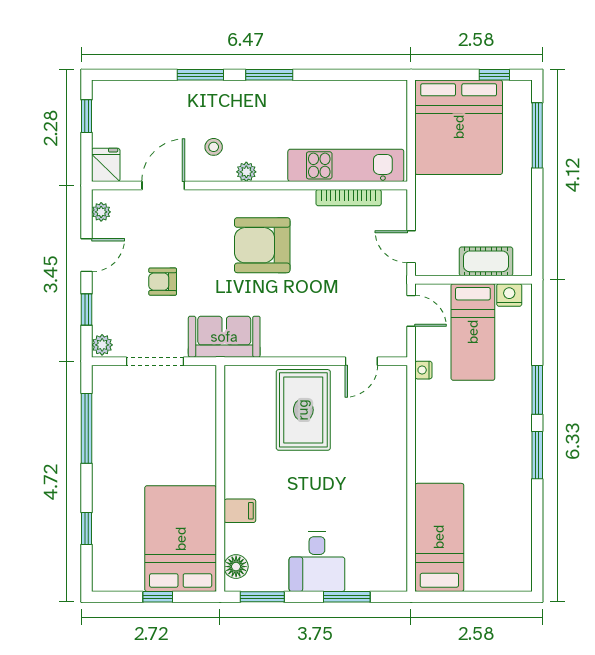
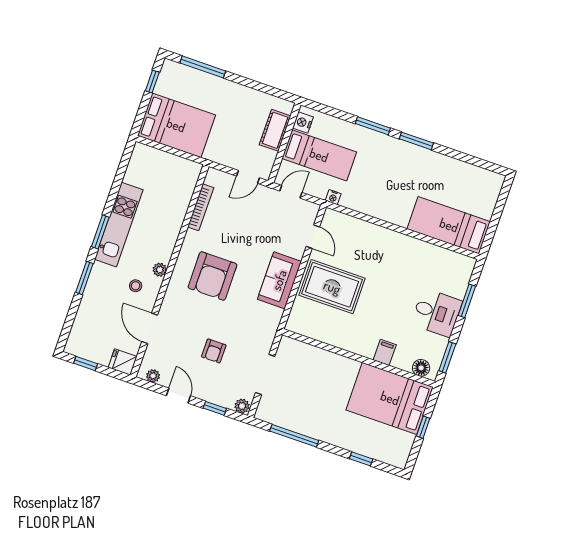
bed: (459, 127) -> (176, 125), width x0.73
kitchen unit: (346, 165) -> (119, 225), moved, turned 180
sofa: (224, 337) -> (279, 280), moved

